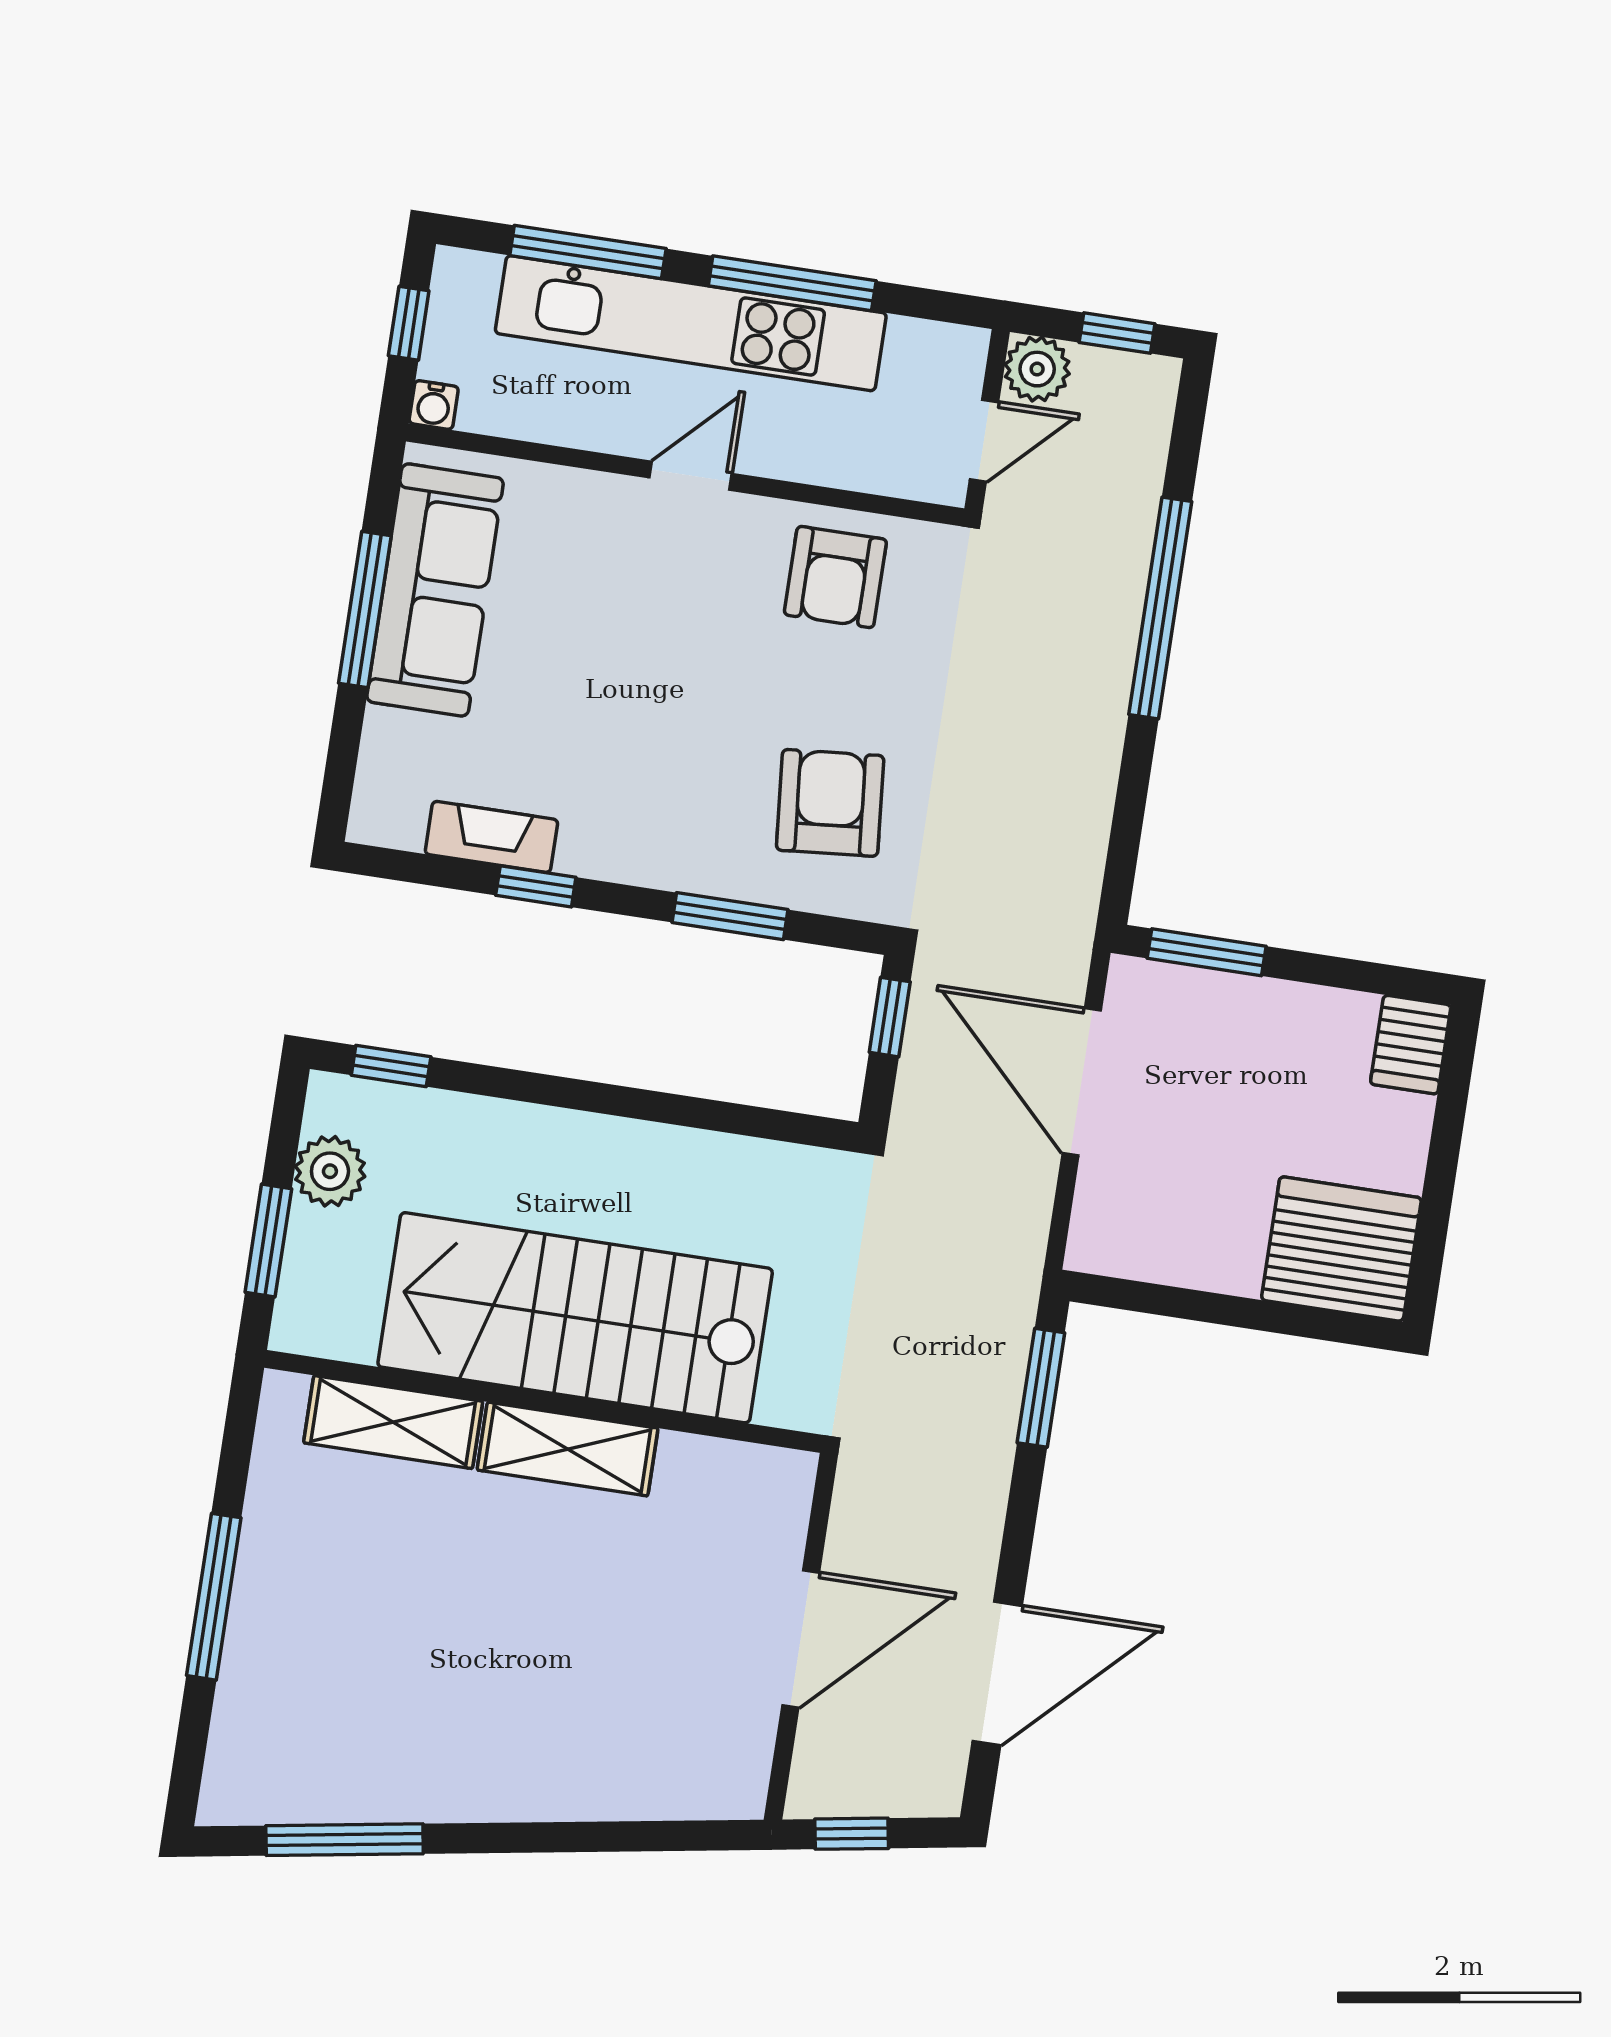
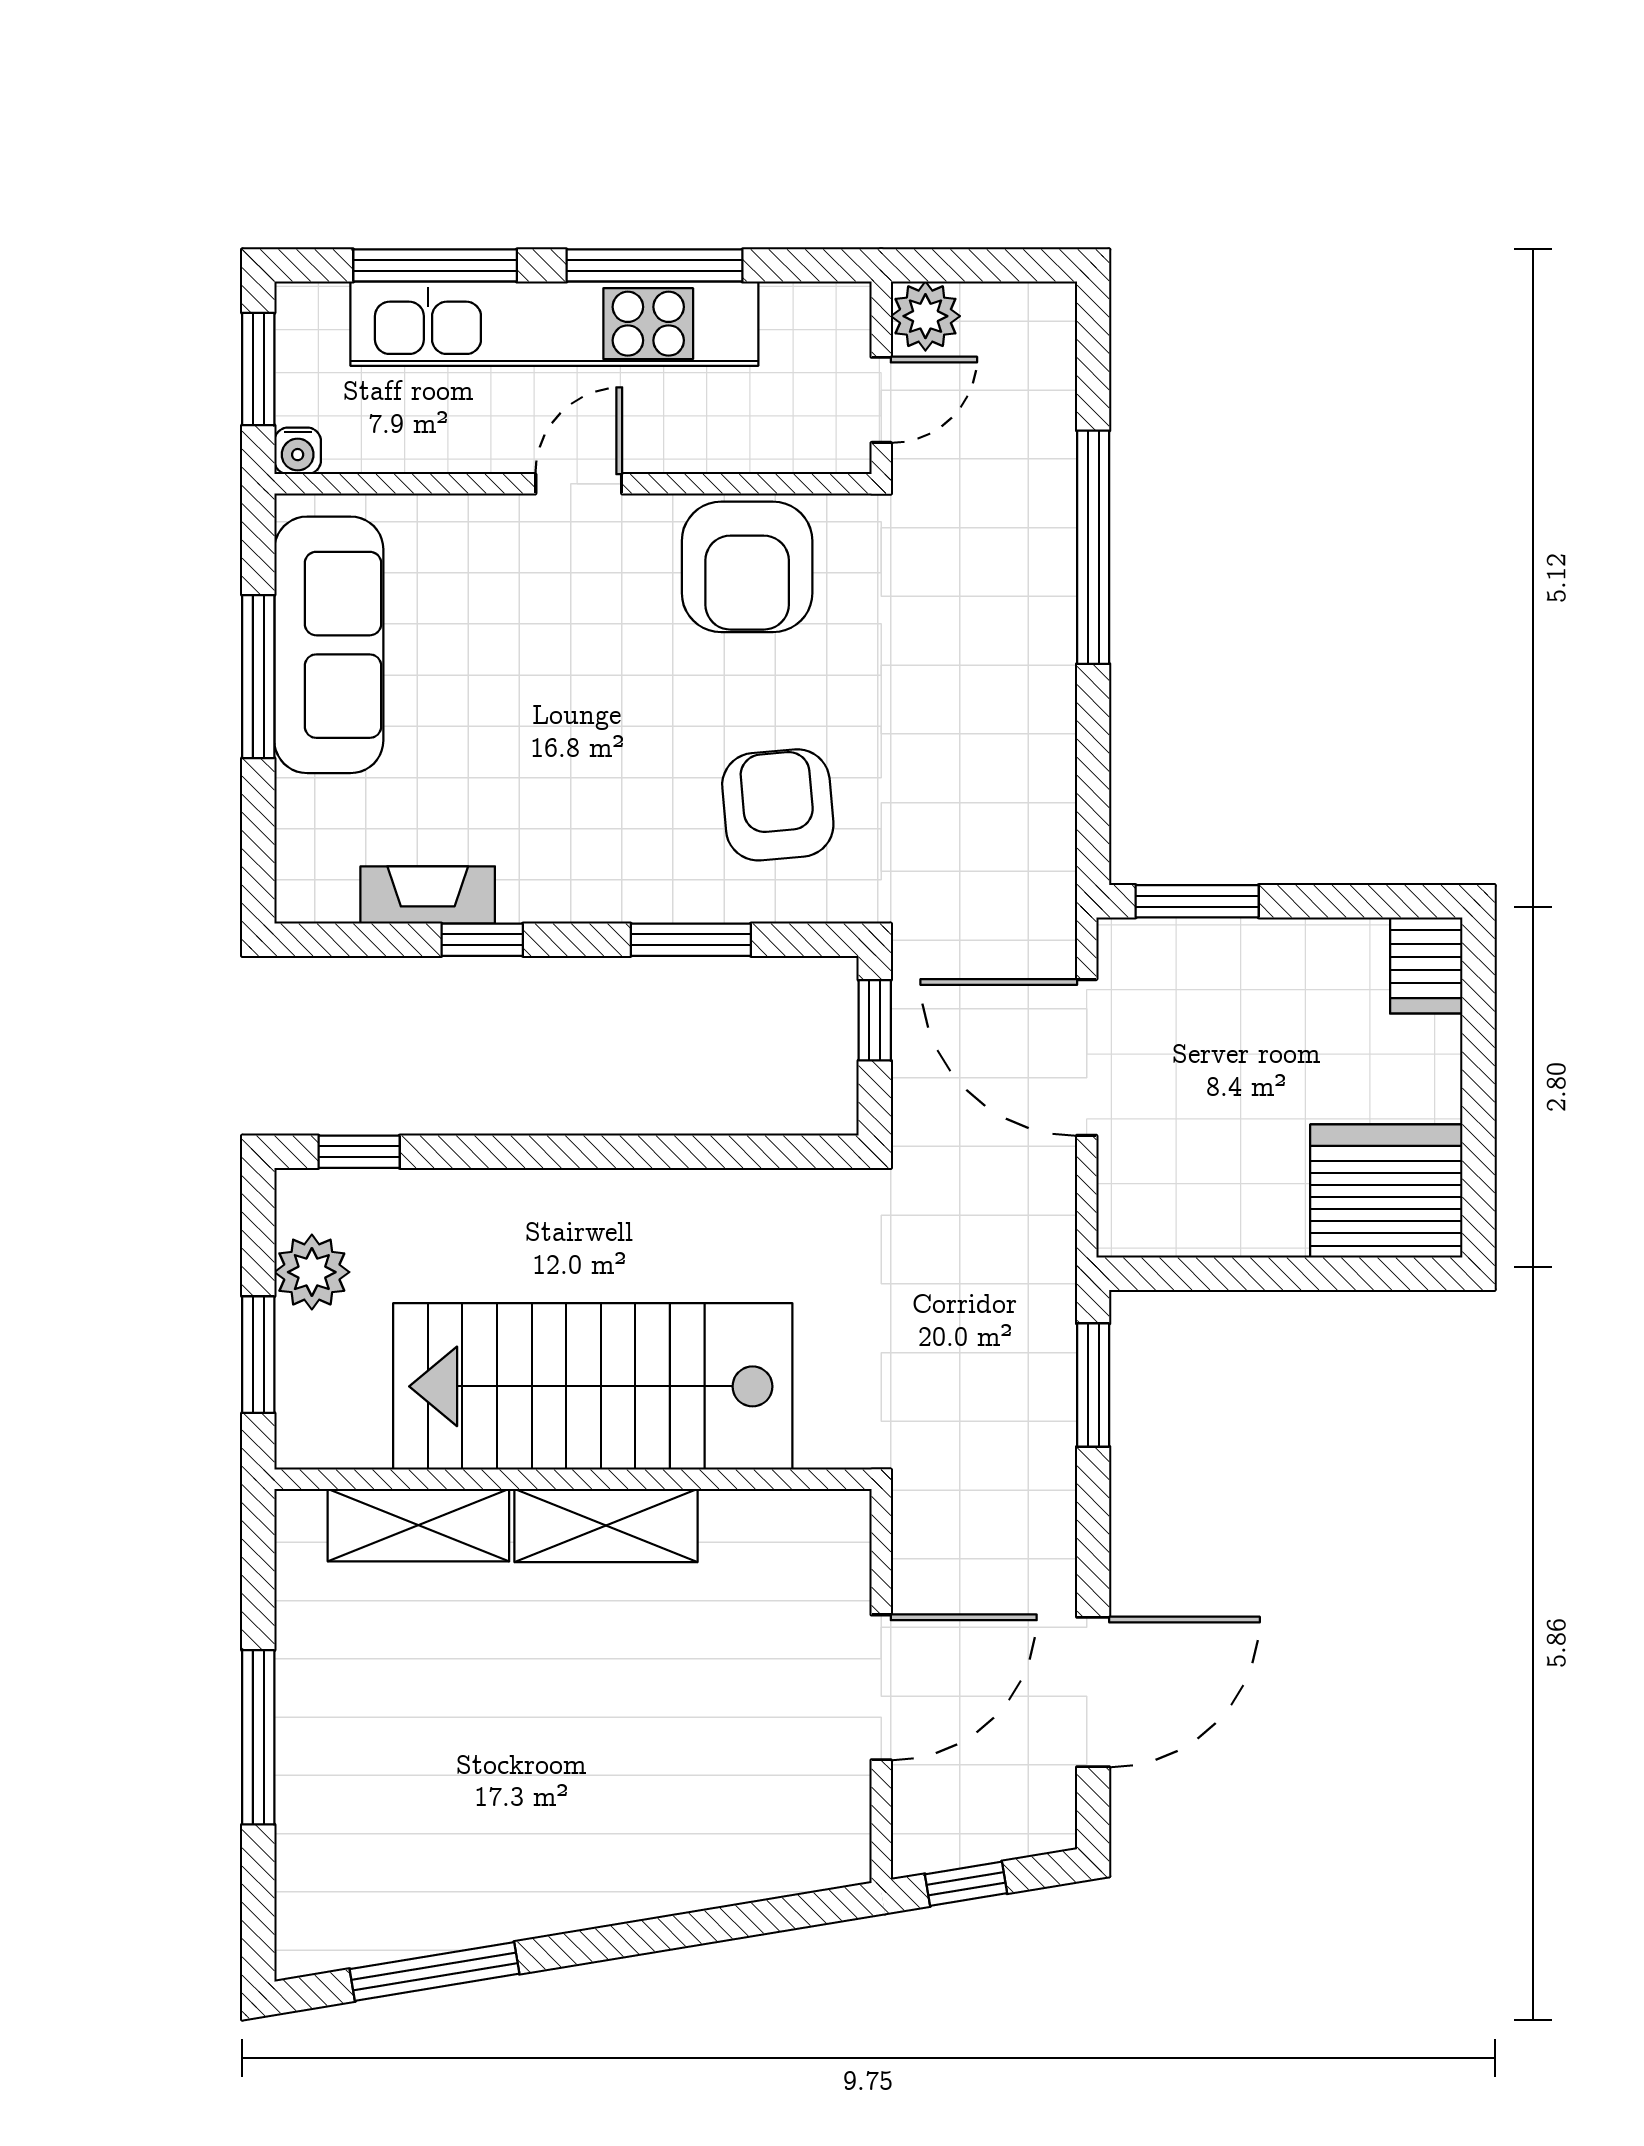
window: (409, 323) -> (258, 369), width x1.50
window: (1117, 333) -> (1004, 265), removed
armchair: (835, 577) -> (747, 567), width x1.36, depth x1.36

